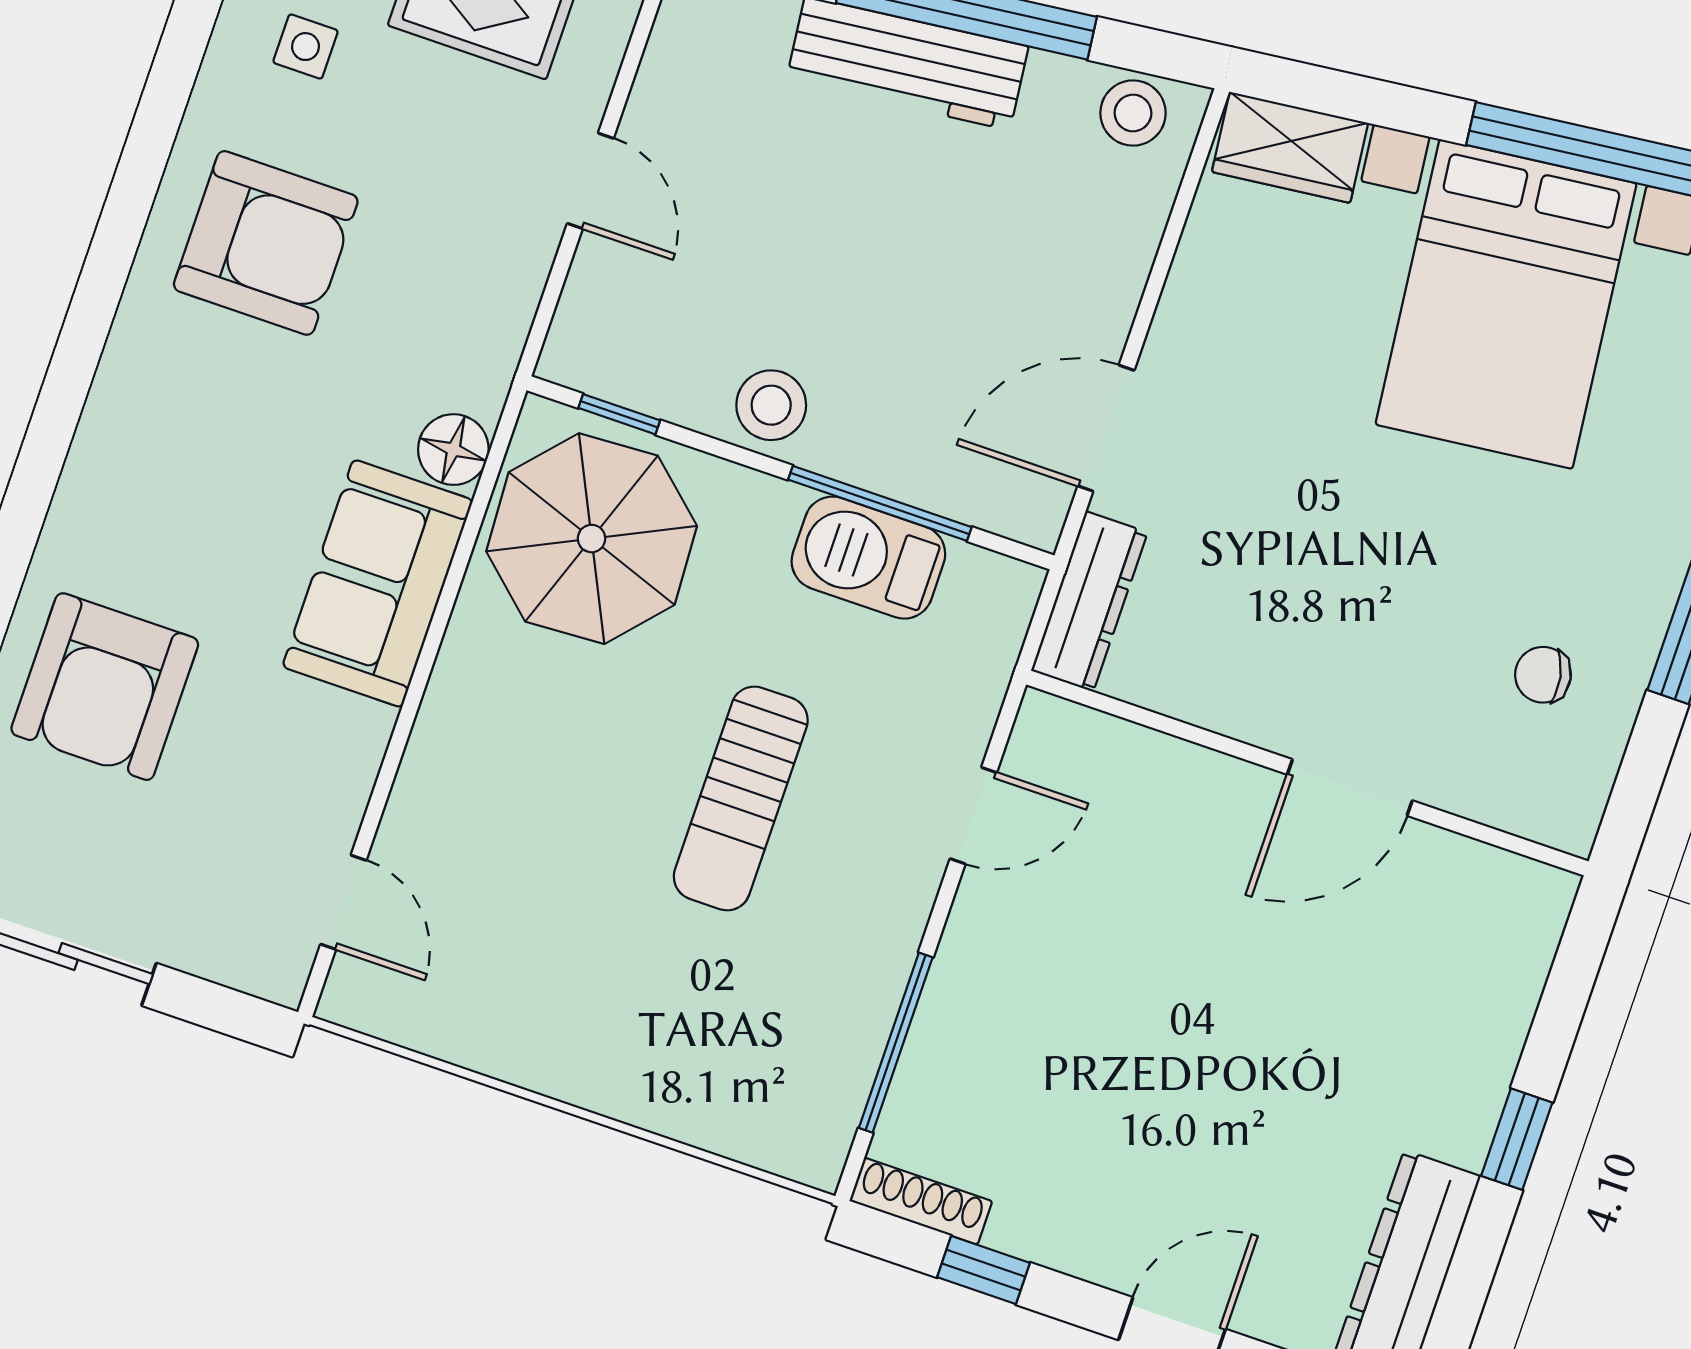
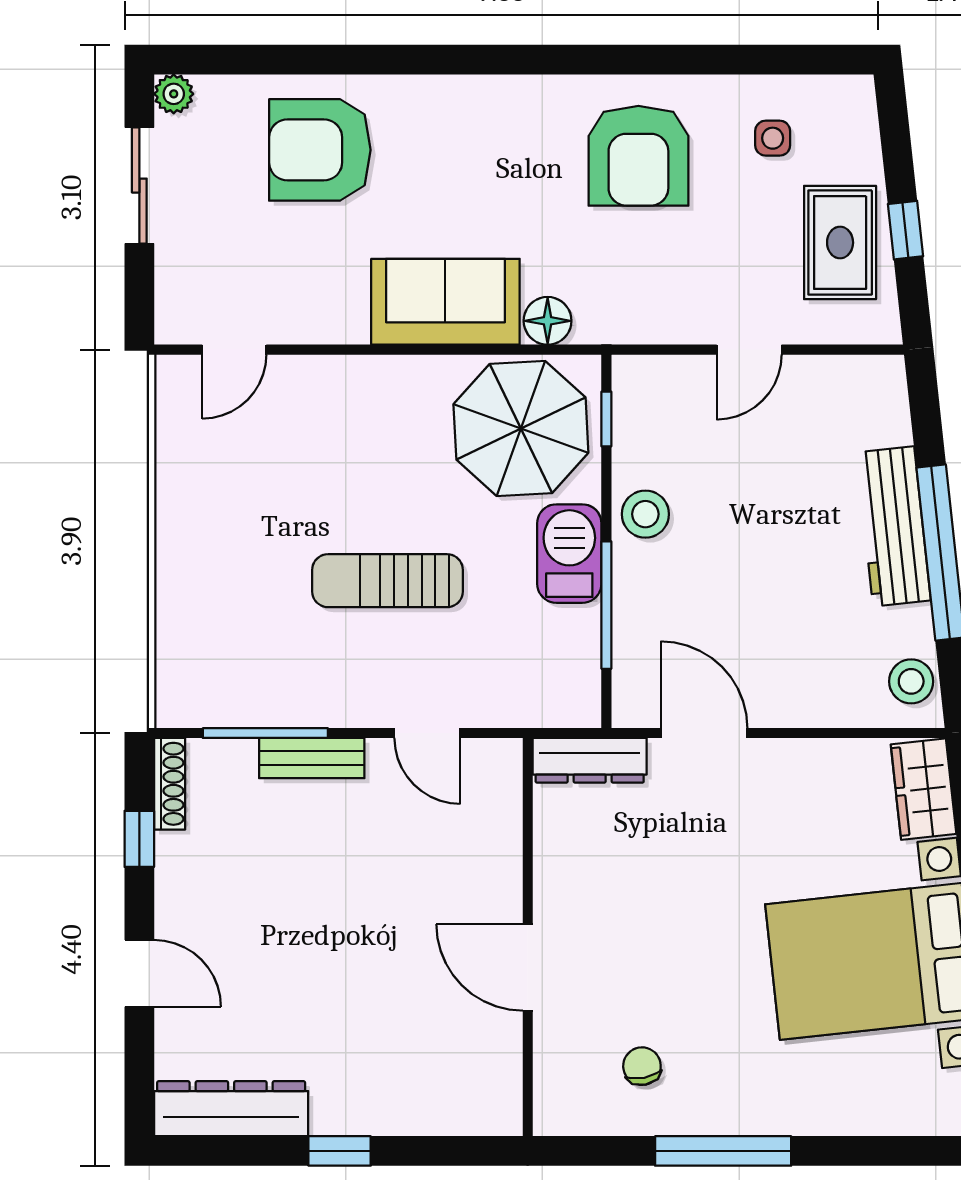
barbecue: (868, 558) -> (569, 554), moved
bench: (953, 990) -> (312, 758), added

